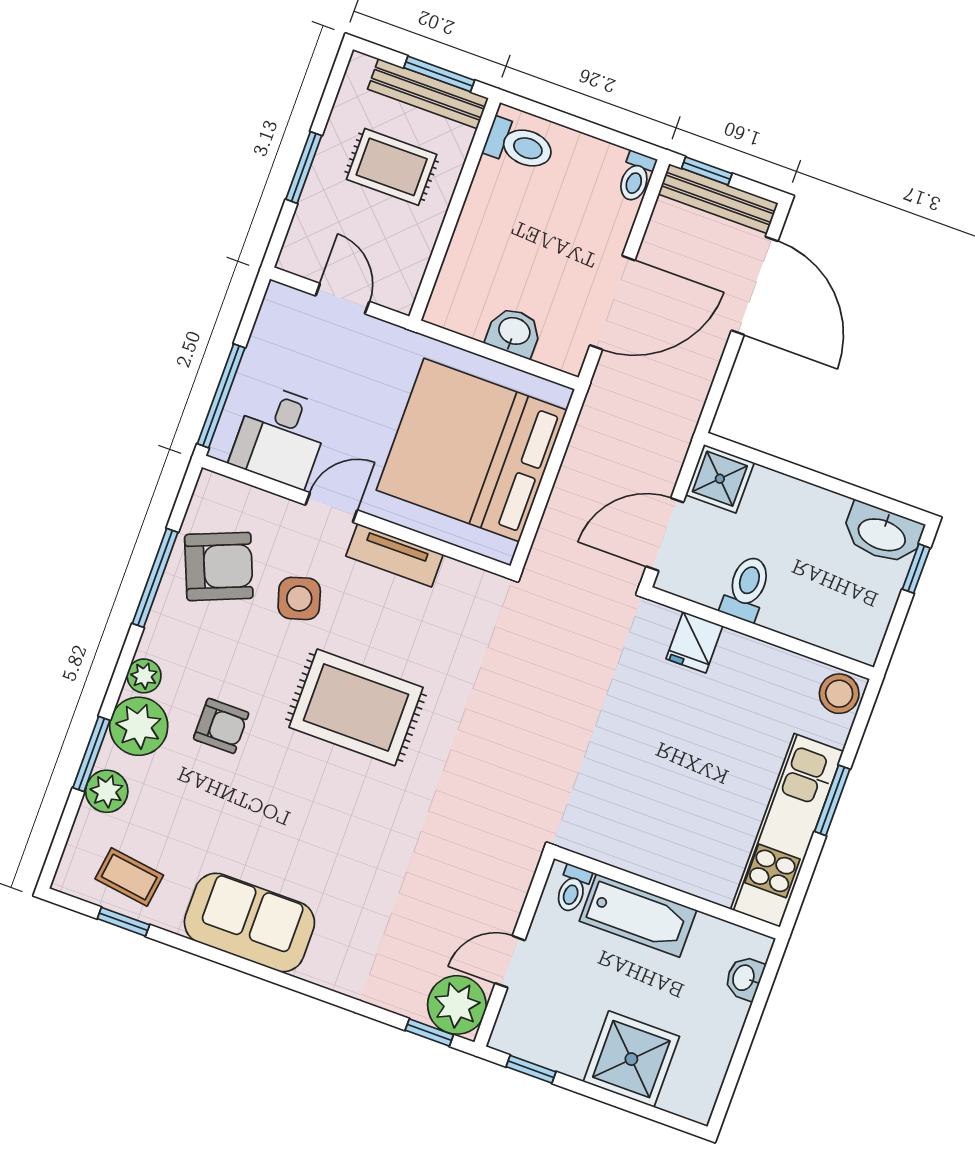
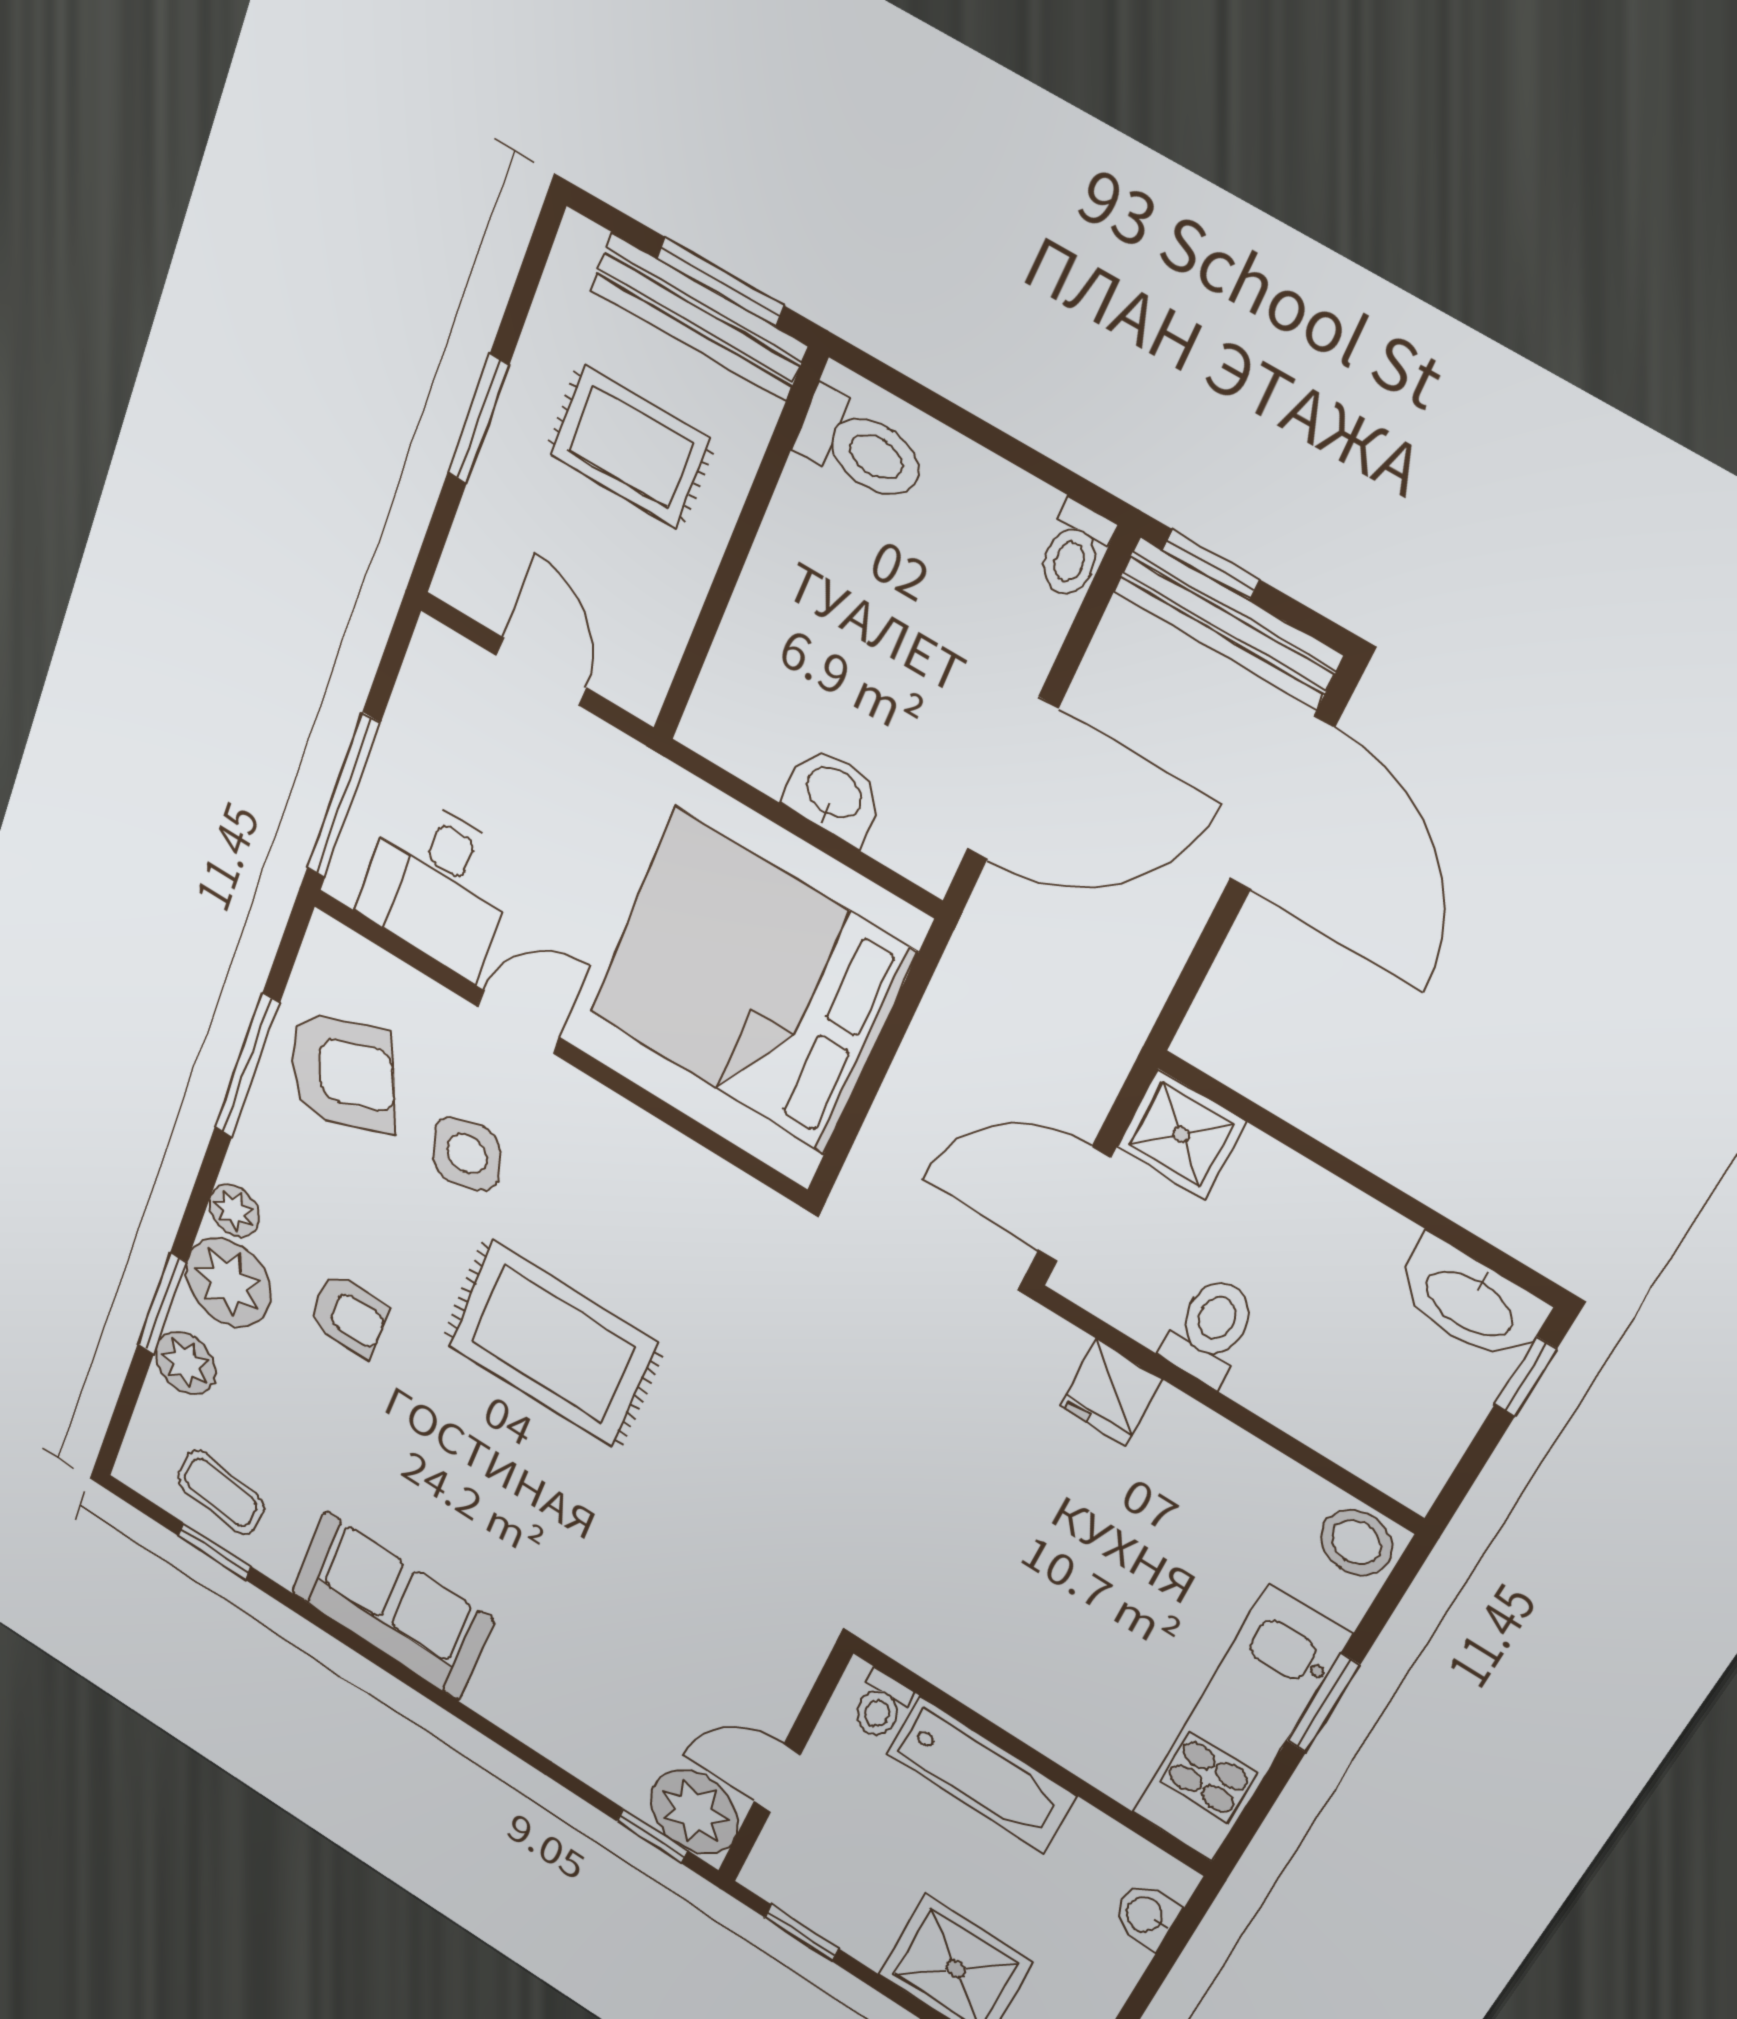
tv unit: (395, 555) -> (618, 1124), removed

